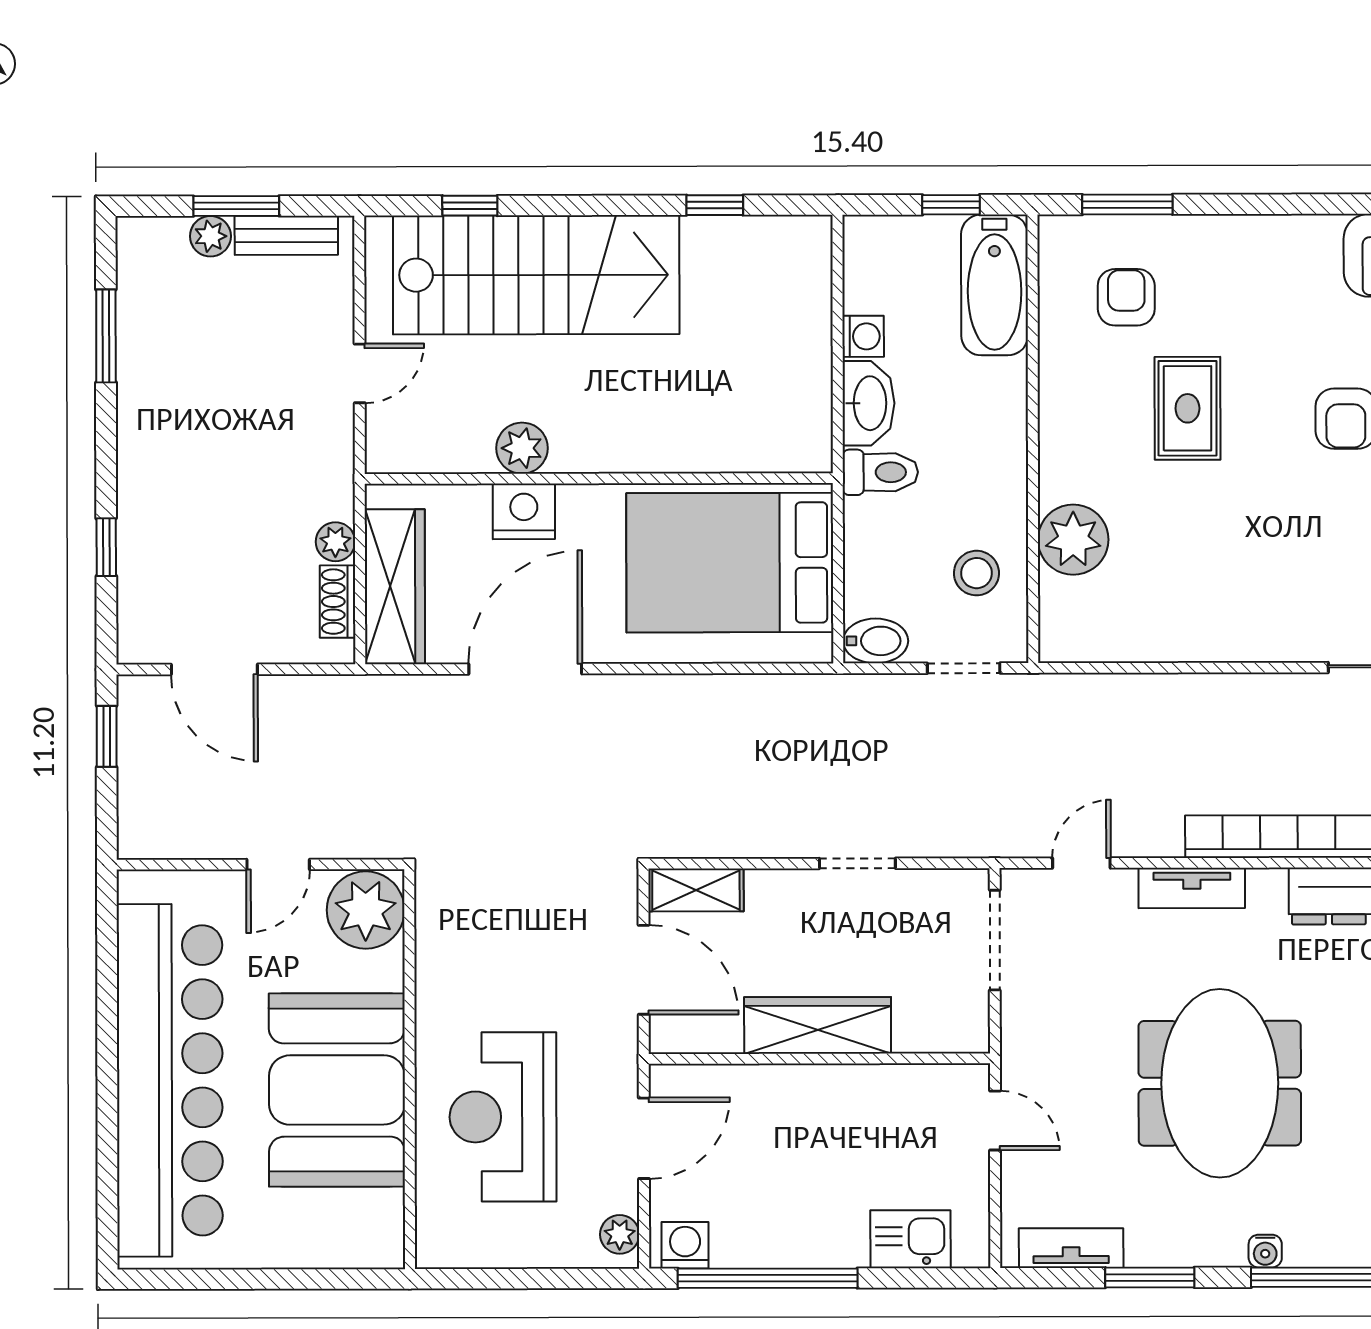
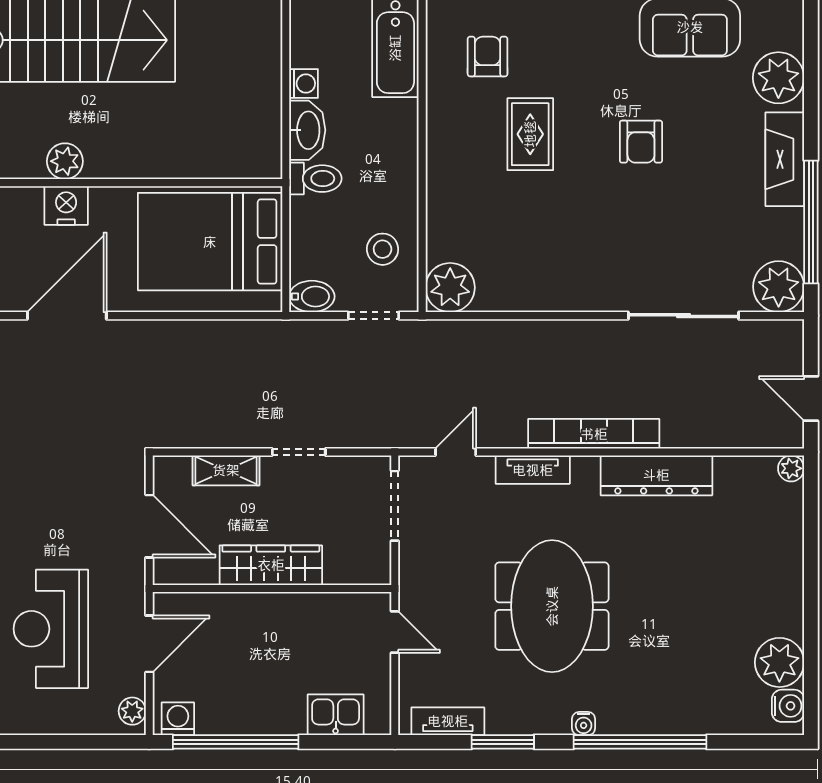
plant: (1073, 540) -> (450, 288), moved
shelving: (696, 890) -> (226, 470), moved

